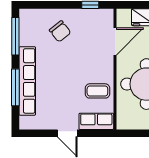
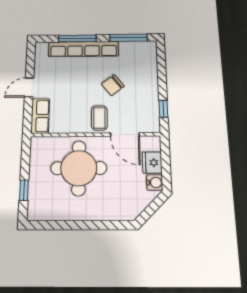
chair: (60, 31) -> (113, 85), moved
coffee table: (97, 91) -> (99, 118), moved

